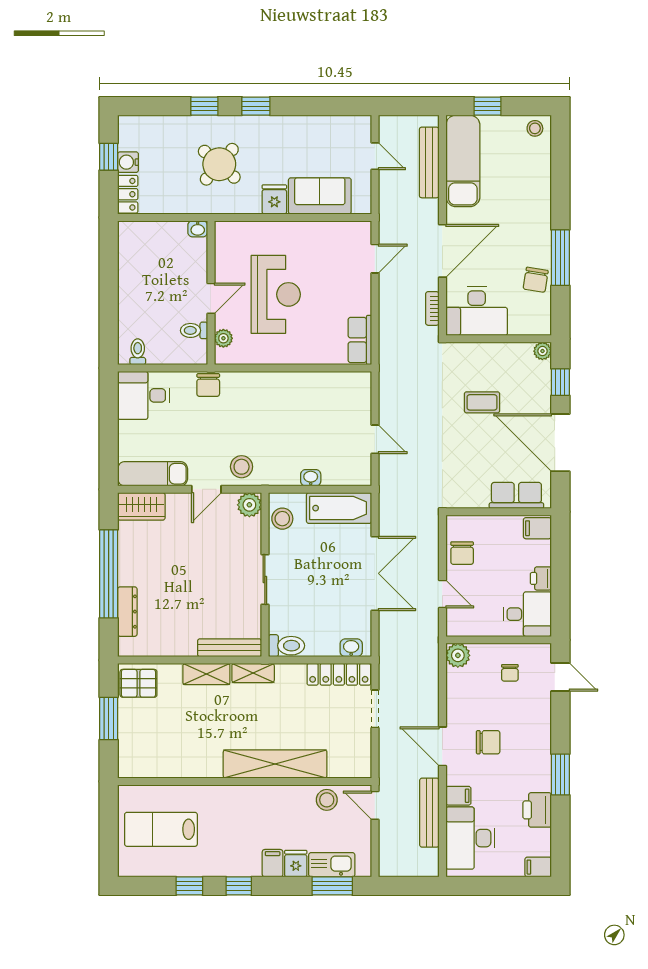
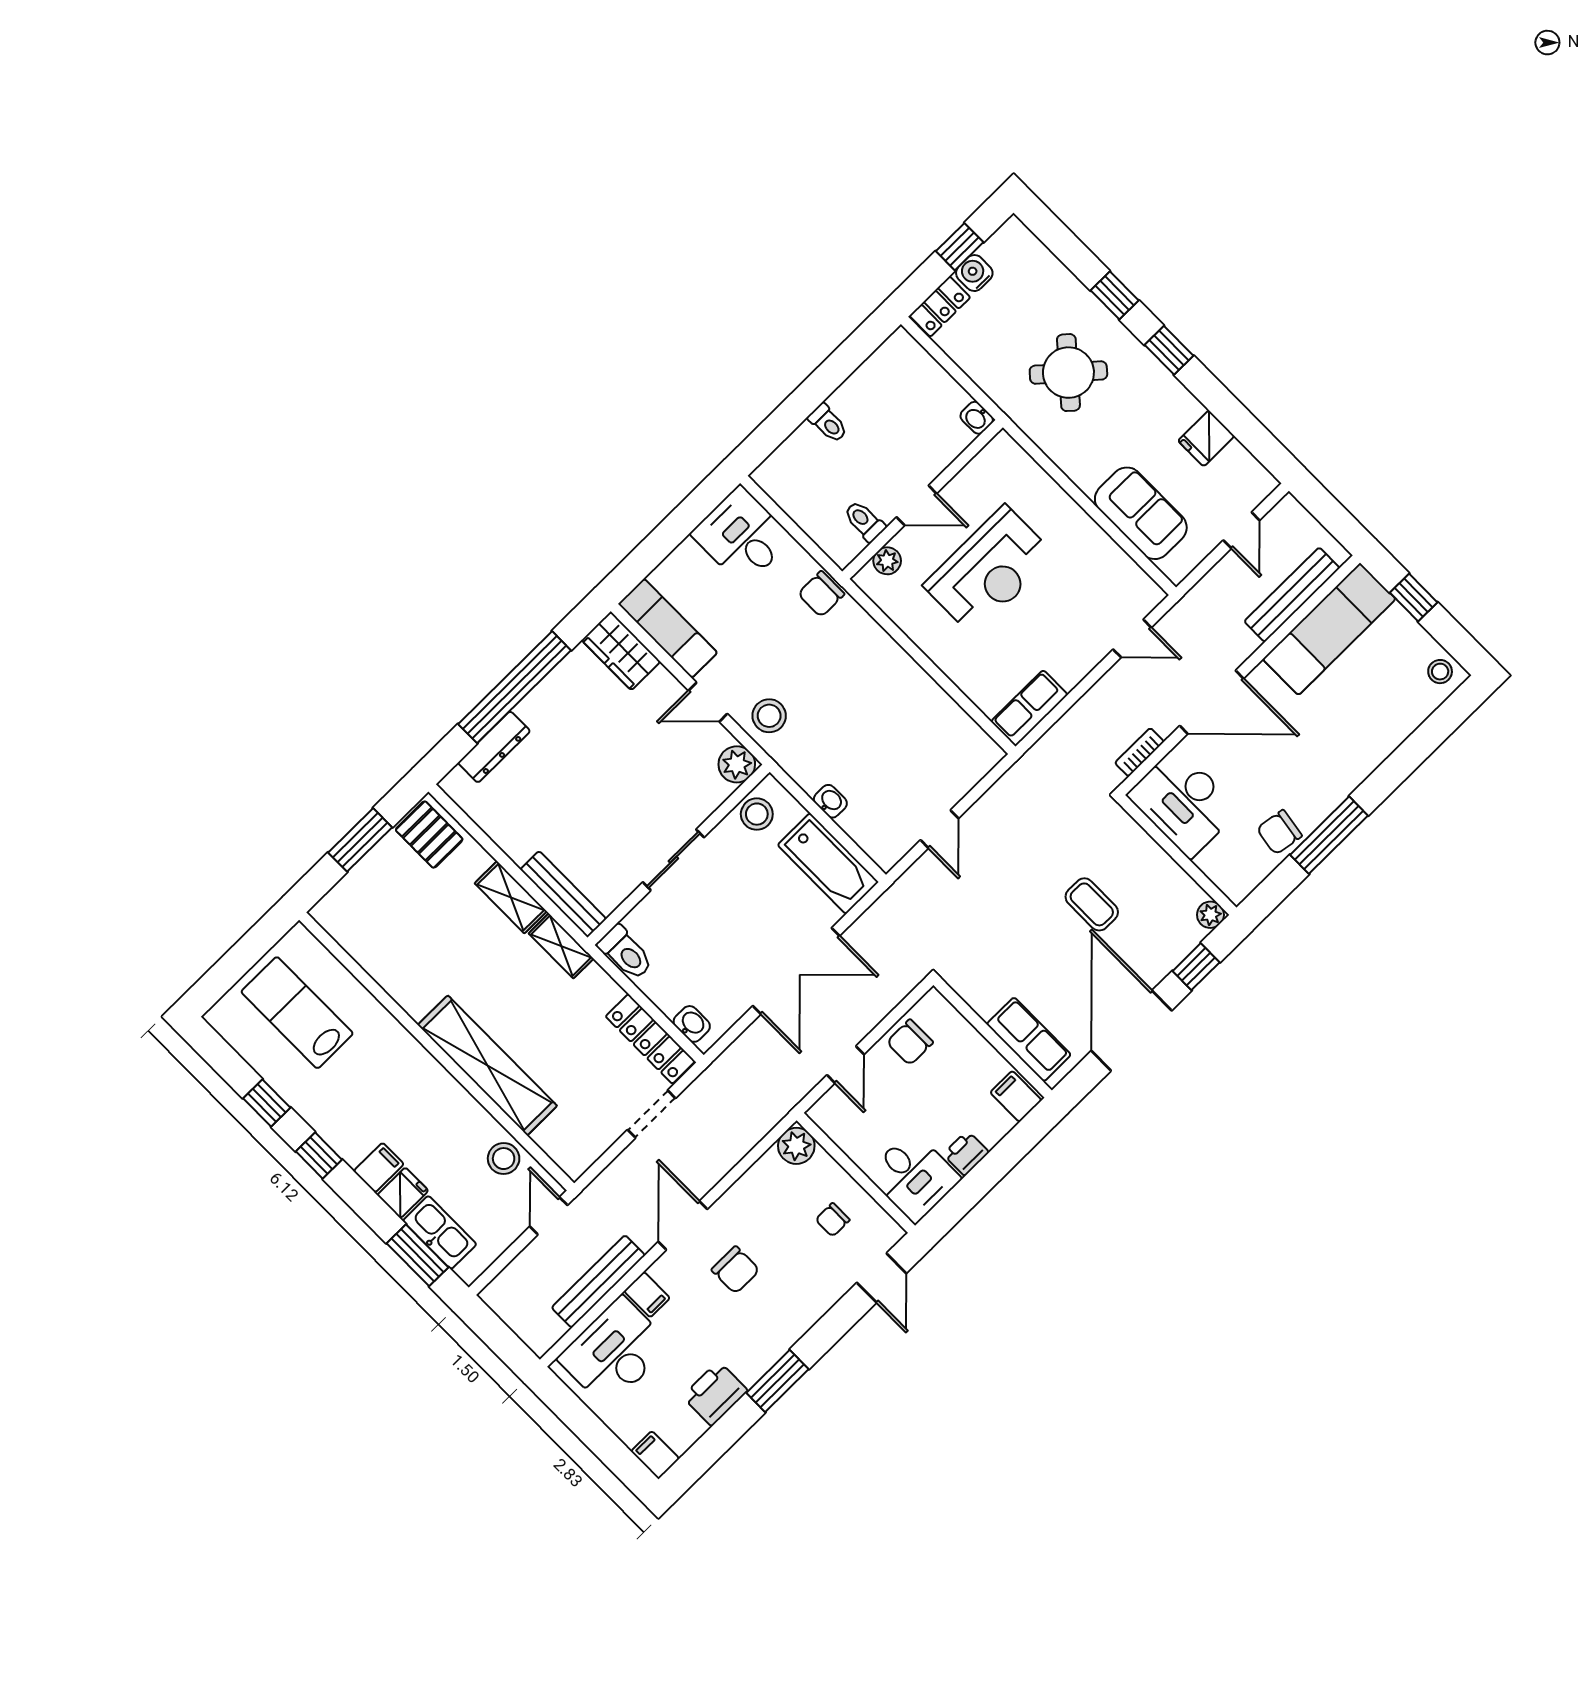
fridge: (274, 199) -> (1206, 438), moved, turned 180
toilet: (138, 352) -> (828, 423), moved, turned 90

